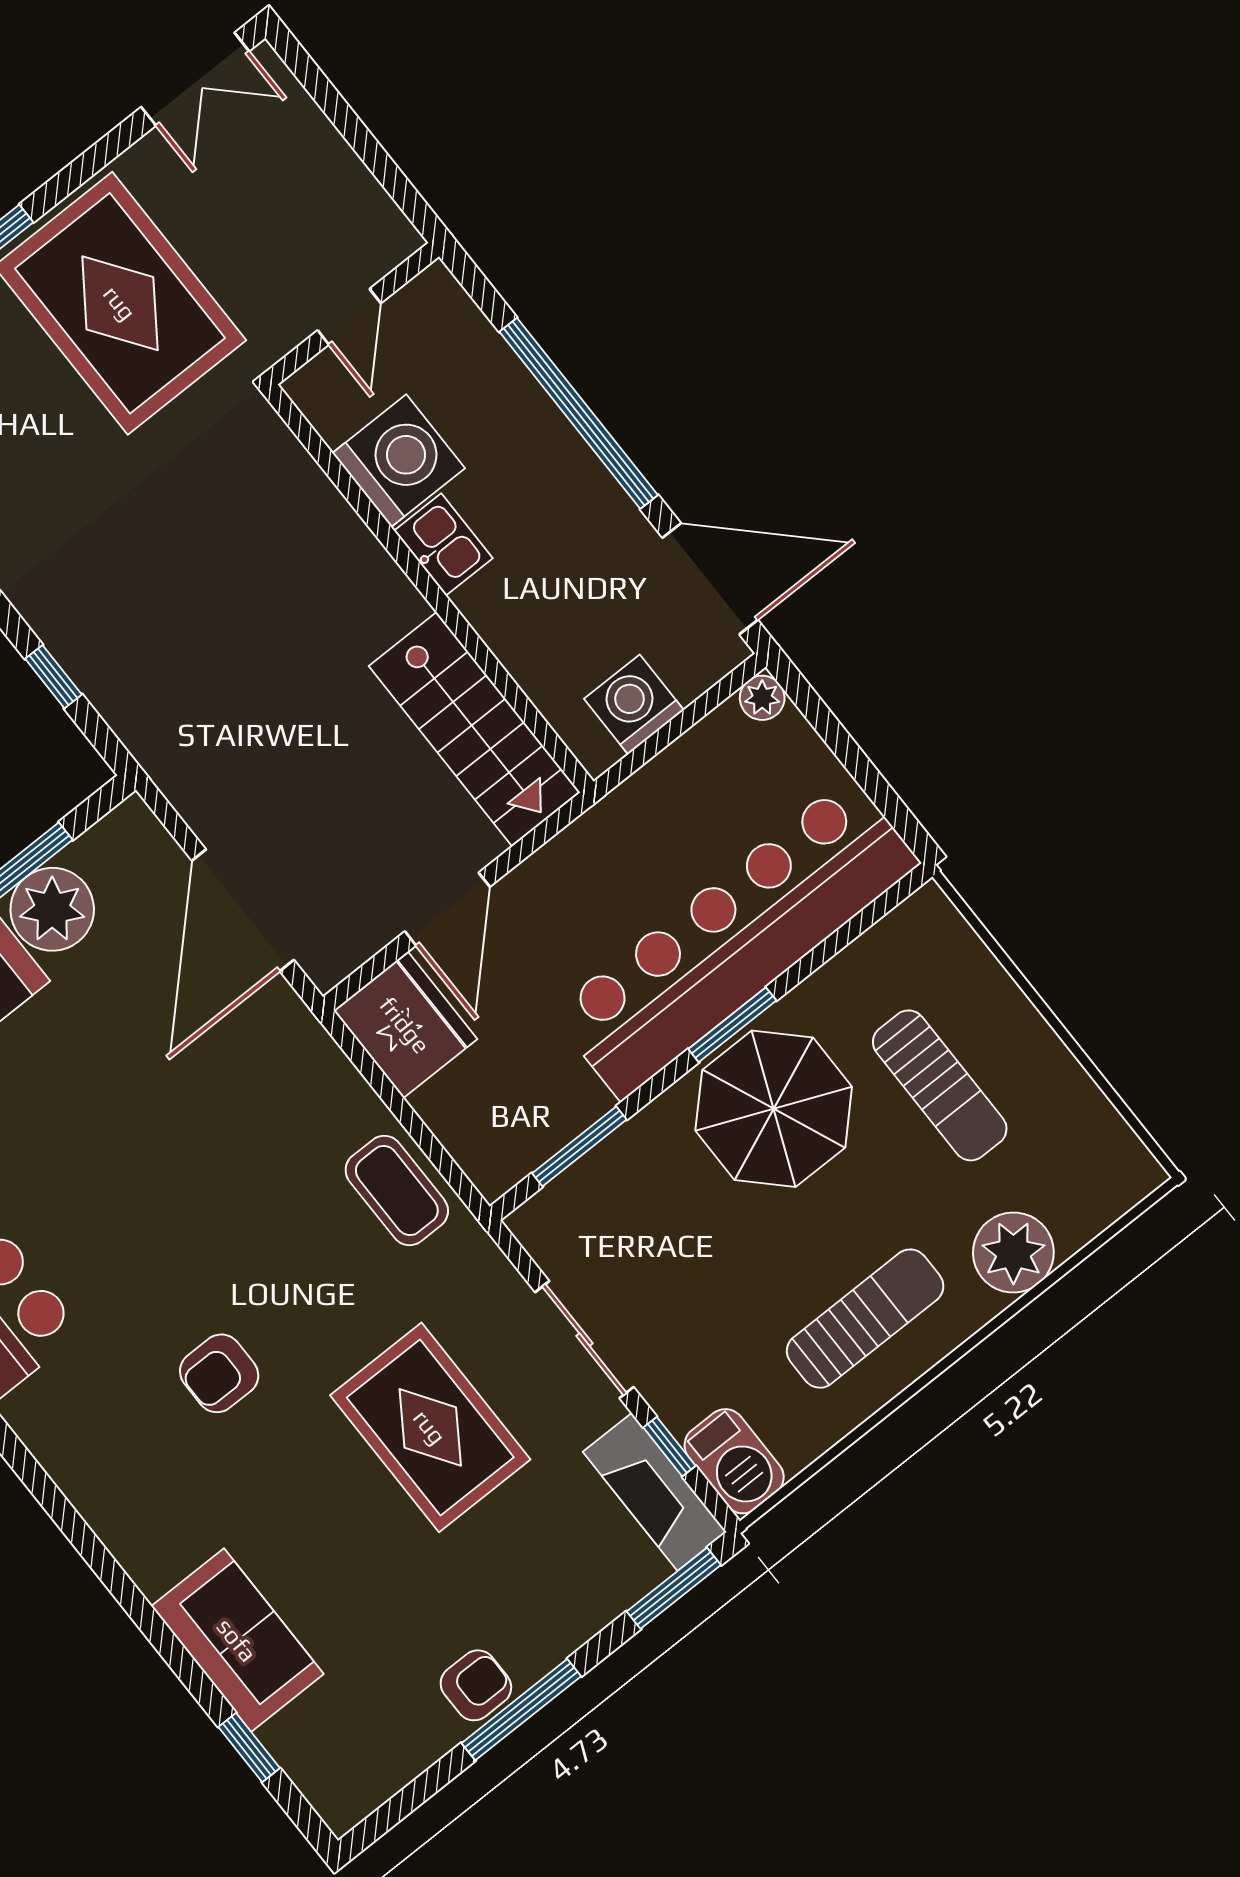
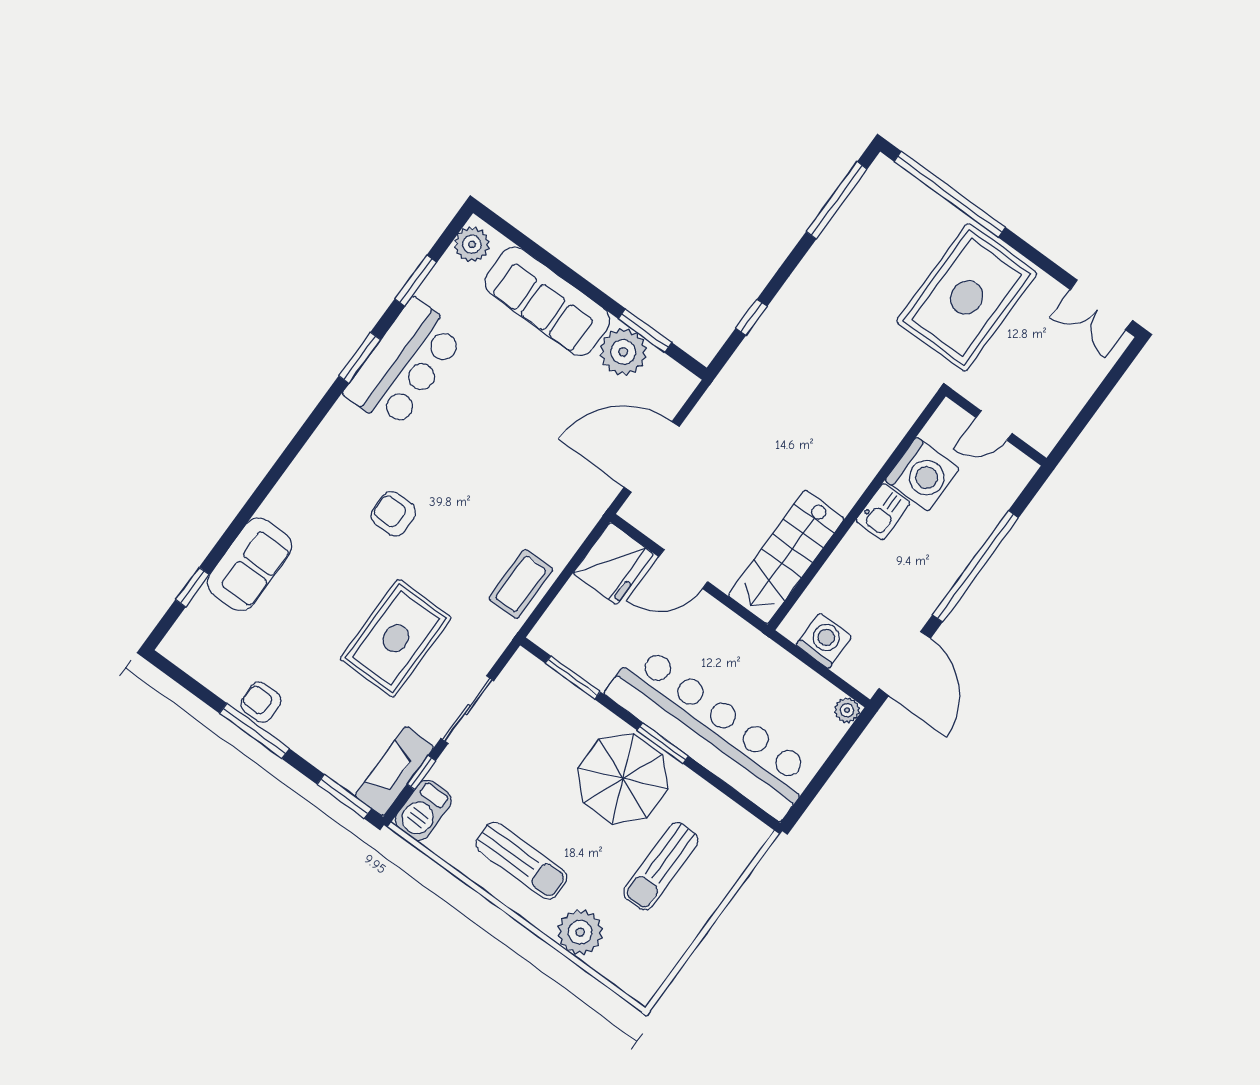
armchair: (476, 1685) -> (261, 702), turned 180

